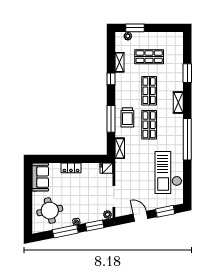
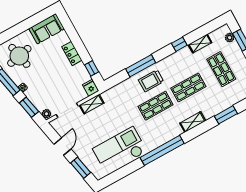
shelving: (120, 148) -> (92, 104), moved
window: (91, 159) -> (92, 68), added

